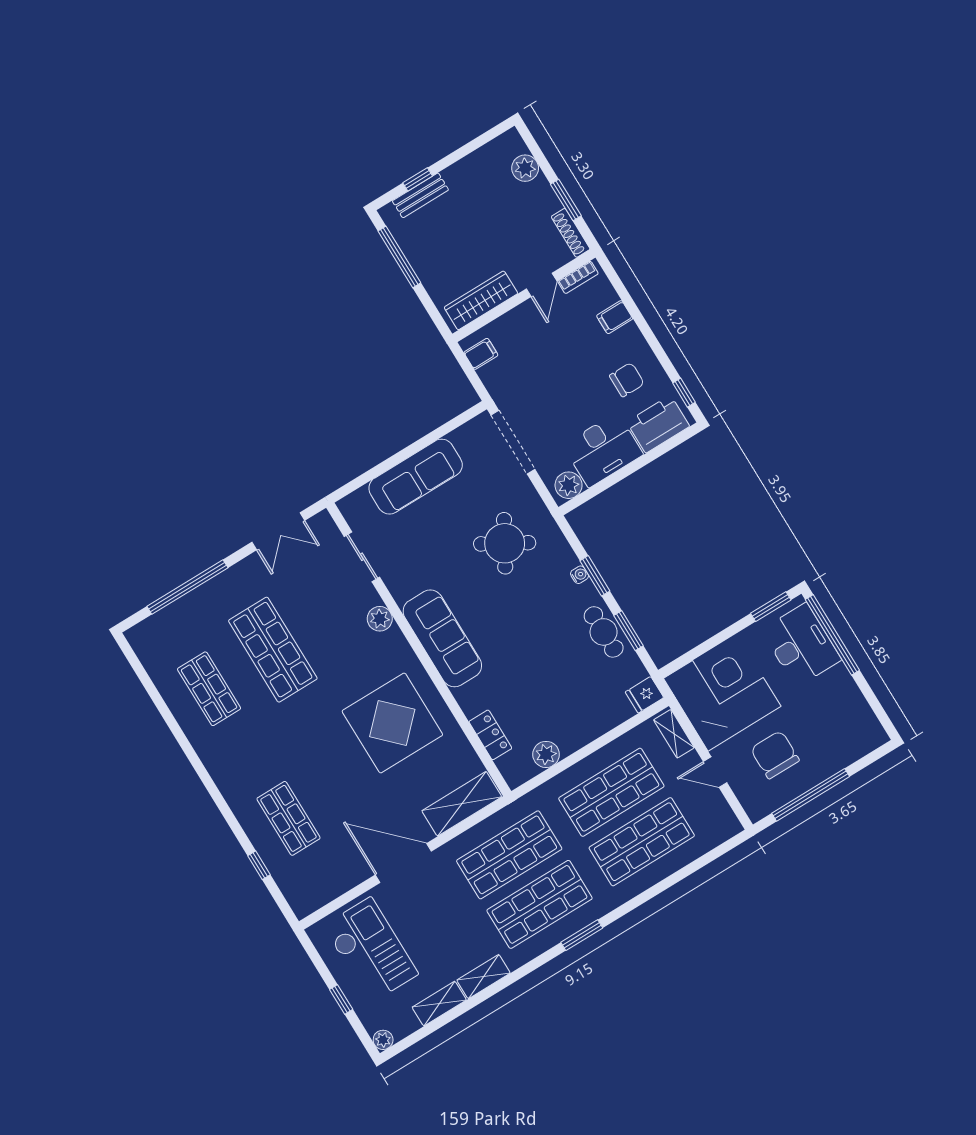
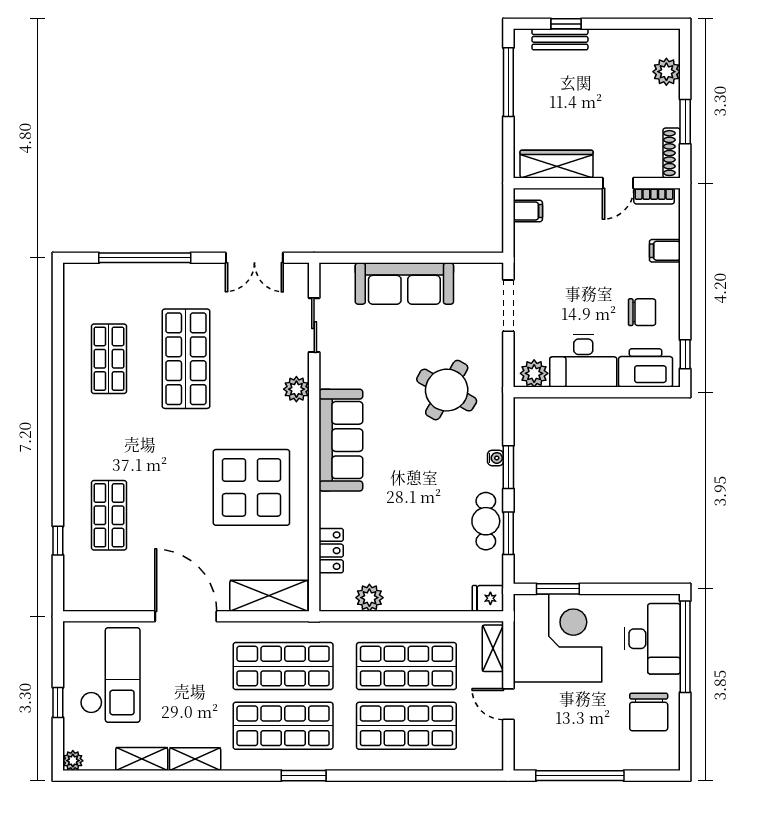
doorway: (513, 442) -> (508, 306), width x0.73
window: (771, 607) -> (558, 589), moved
chair: (775, 755) -> (649, 712), moved, turned 180

